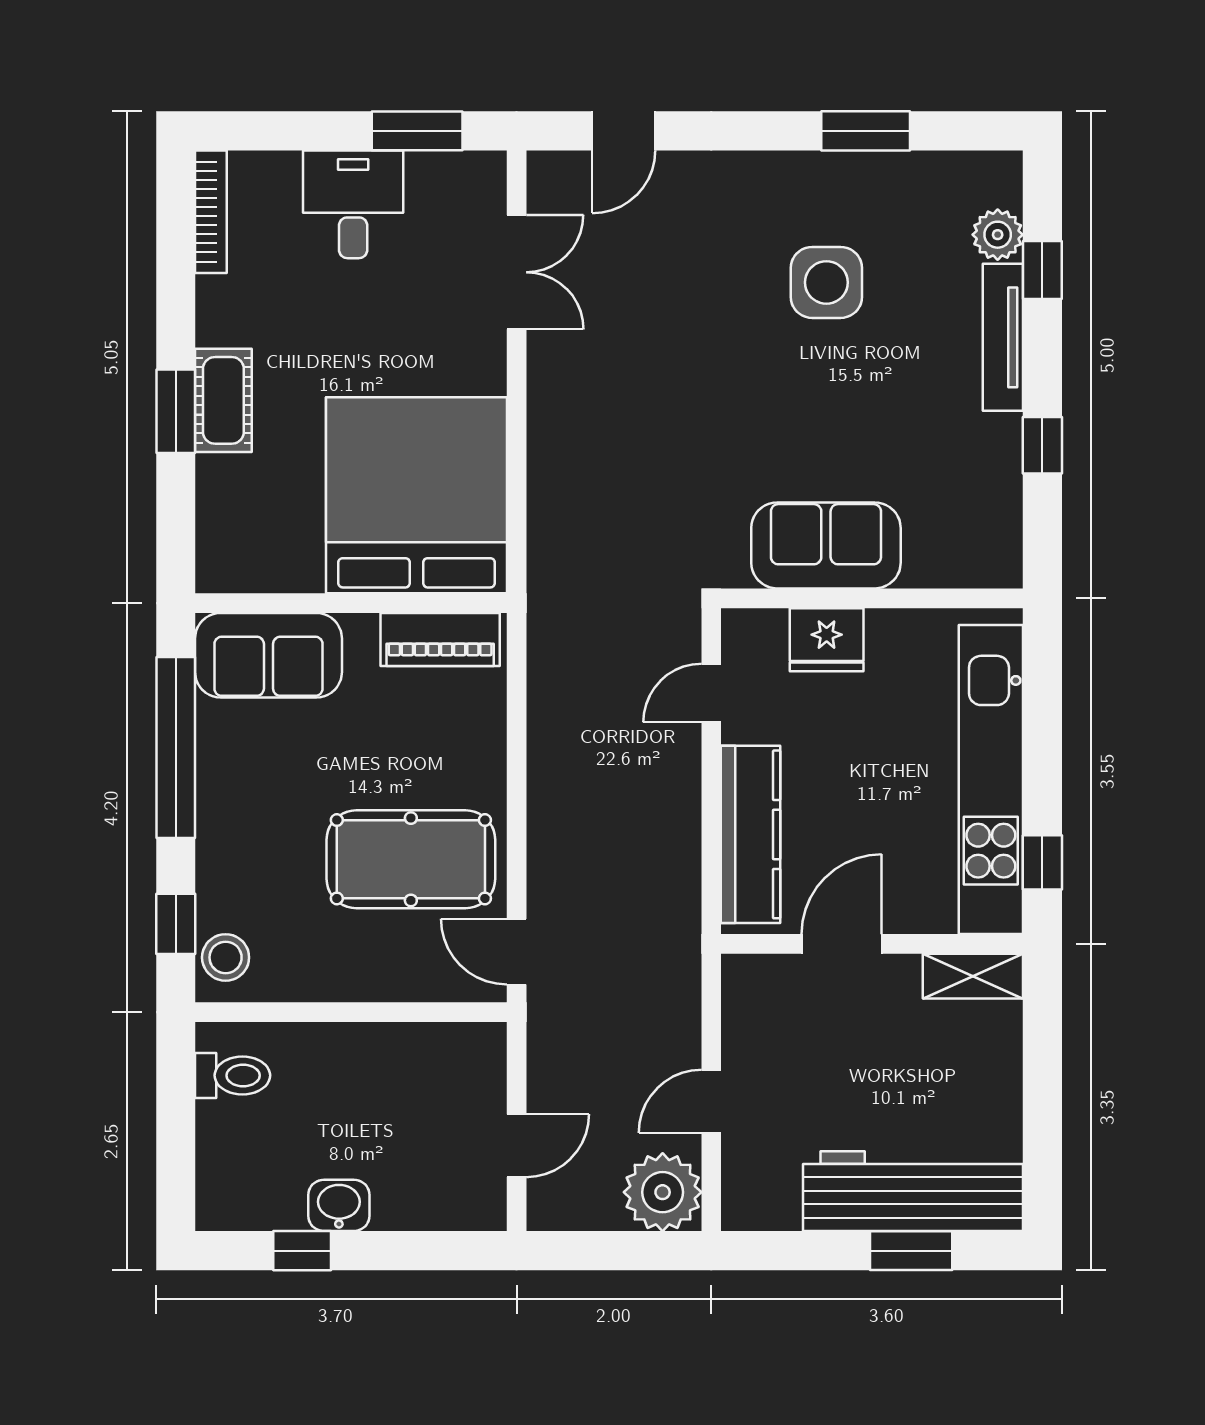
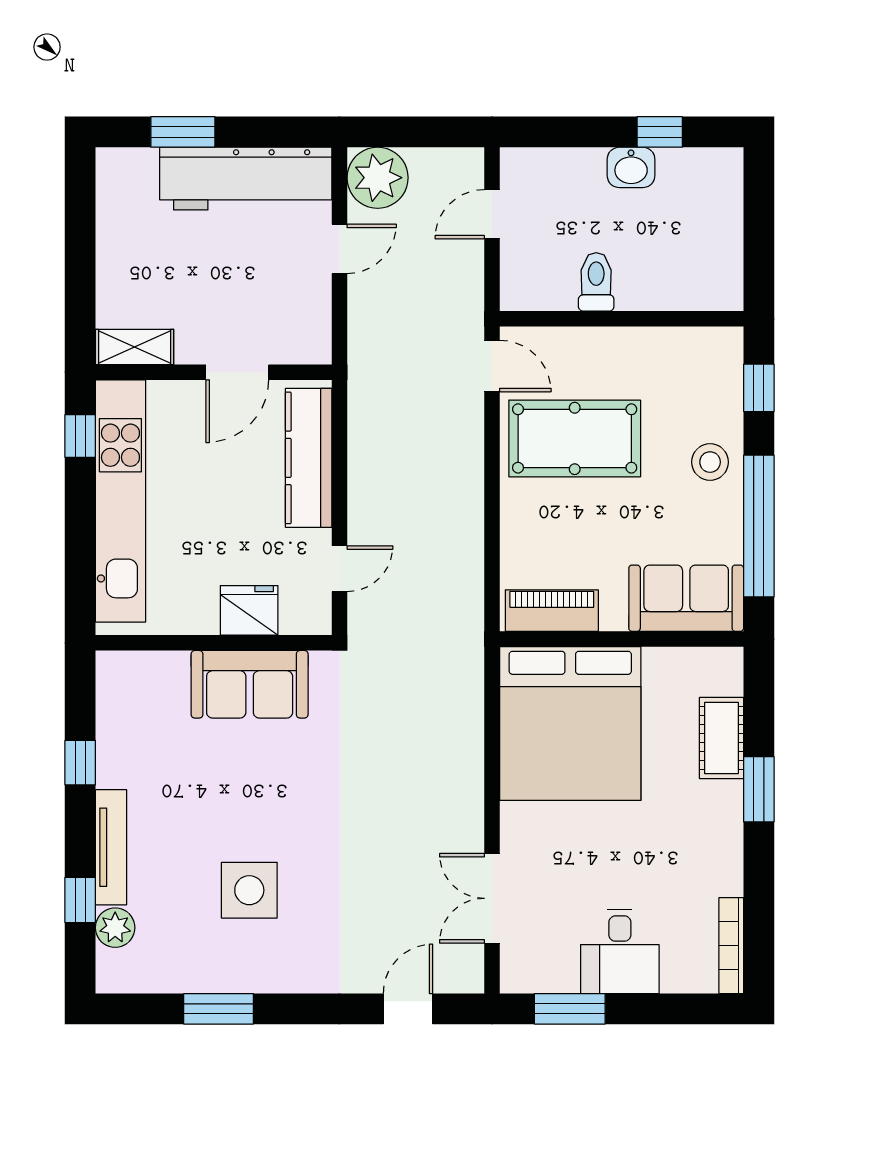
cot: (223, 400) -> (722, 738), moved
stool: (226, 957) -> (710, 462), moved
toilet: (233, 1075) -> (596, 282), moved, turned 90
workbench: (913, 1191) -> (246, 179), moved

